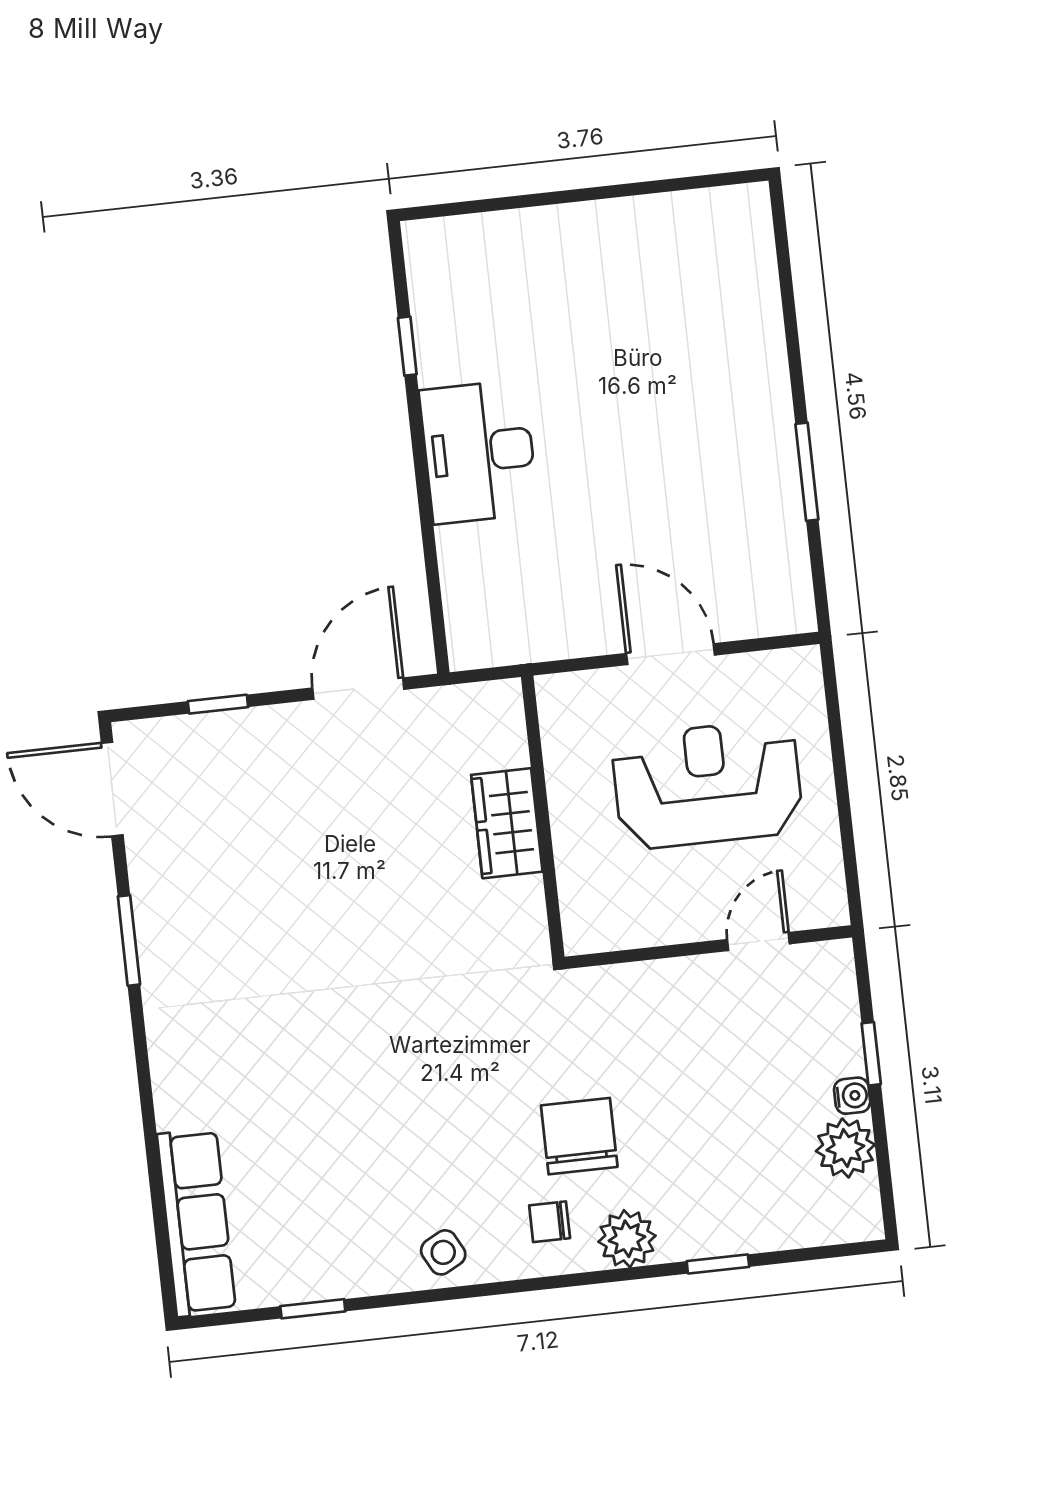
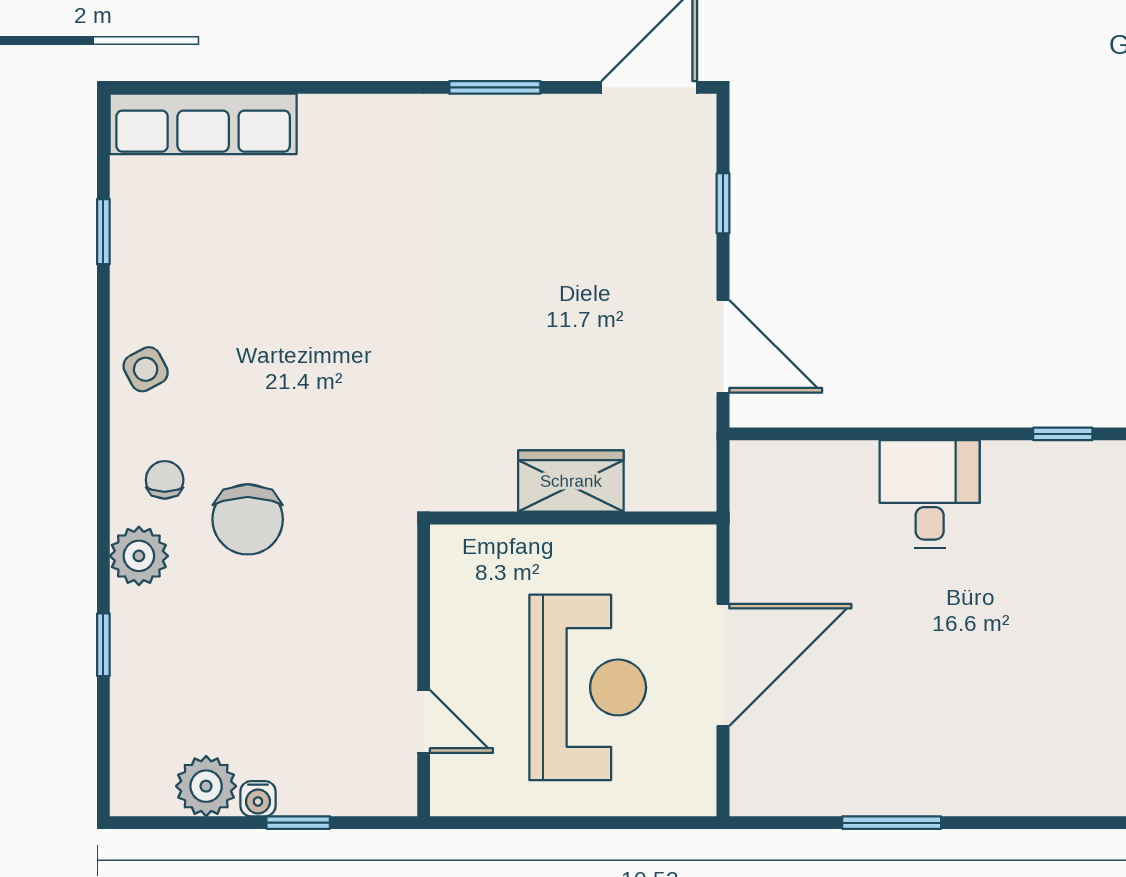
desk: (479, 452) -> (930, 494), width x0.73
door: (670, 654) -> (723, 665), width x1.36
chair: (579, 1136) -> (248, 519), turned 90

